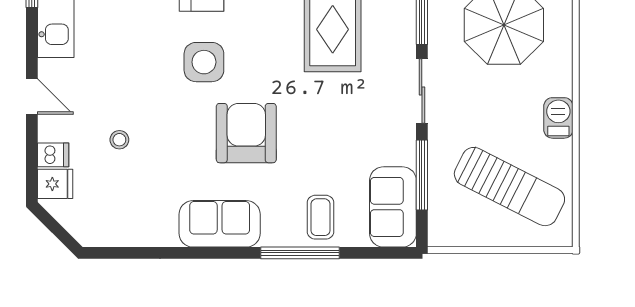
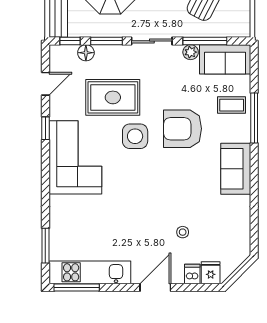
side table: (204, 62) -> (135, 136), moved
door: (32, 97) -> (155, 287), width x1.38
armchair: (246, 133) -> (183, 129), moved
plant: (404, 152) -> (191, 52), added

